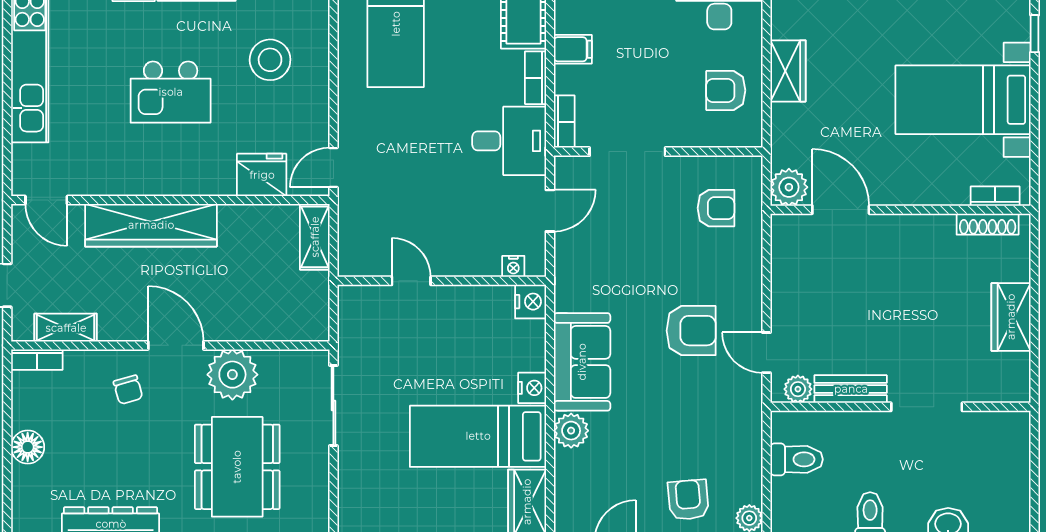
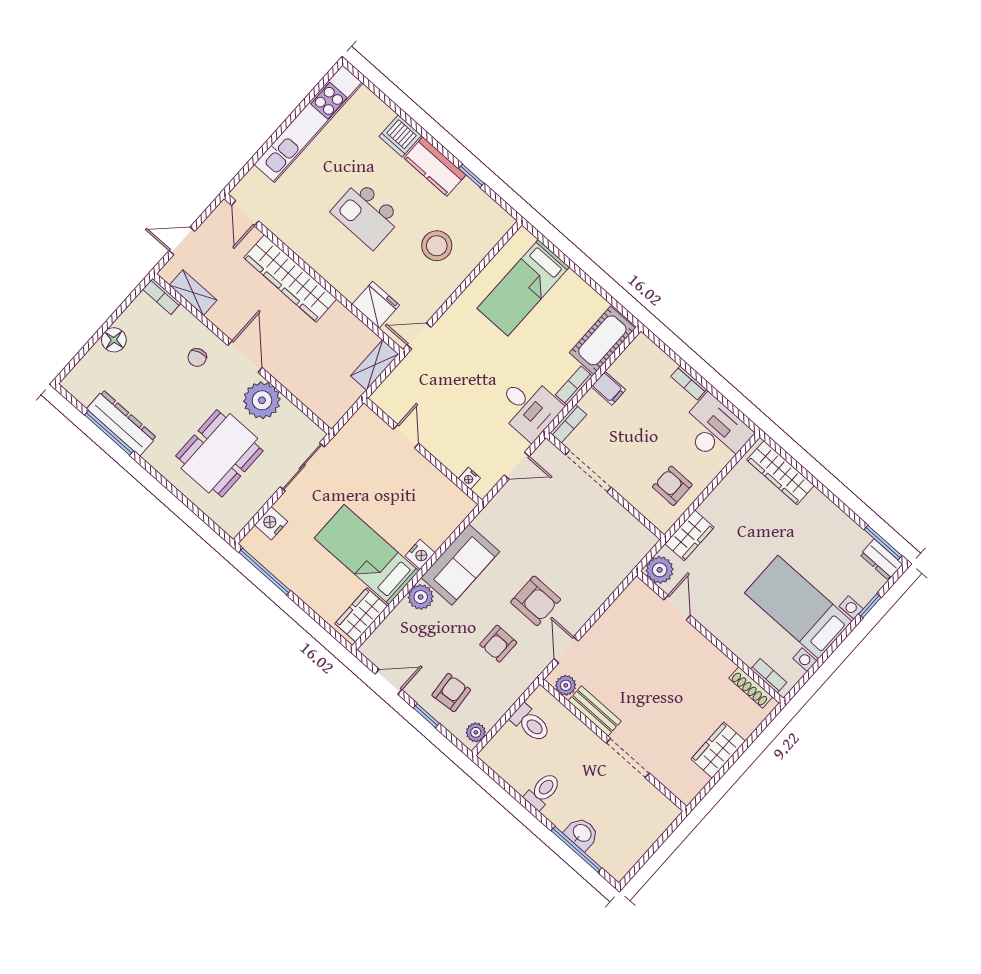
wardrobe: (788, 71) -> (689, 535), moved
armchair: (716, 208) -> (498, 644), moved, turned 90
door: (841, 210) -> (677, 608), width x0.73
nightstand: (531, 302) -> (271, 523), moved, turned 180

